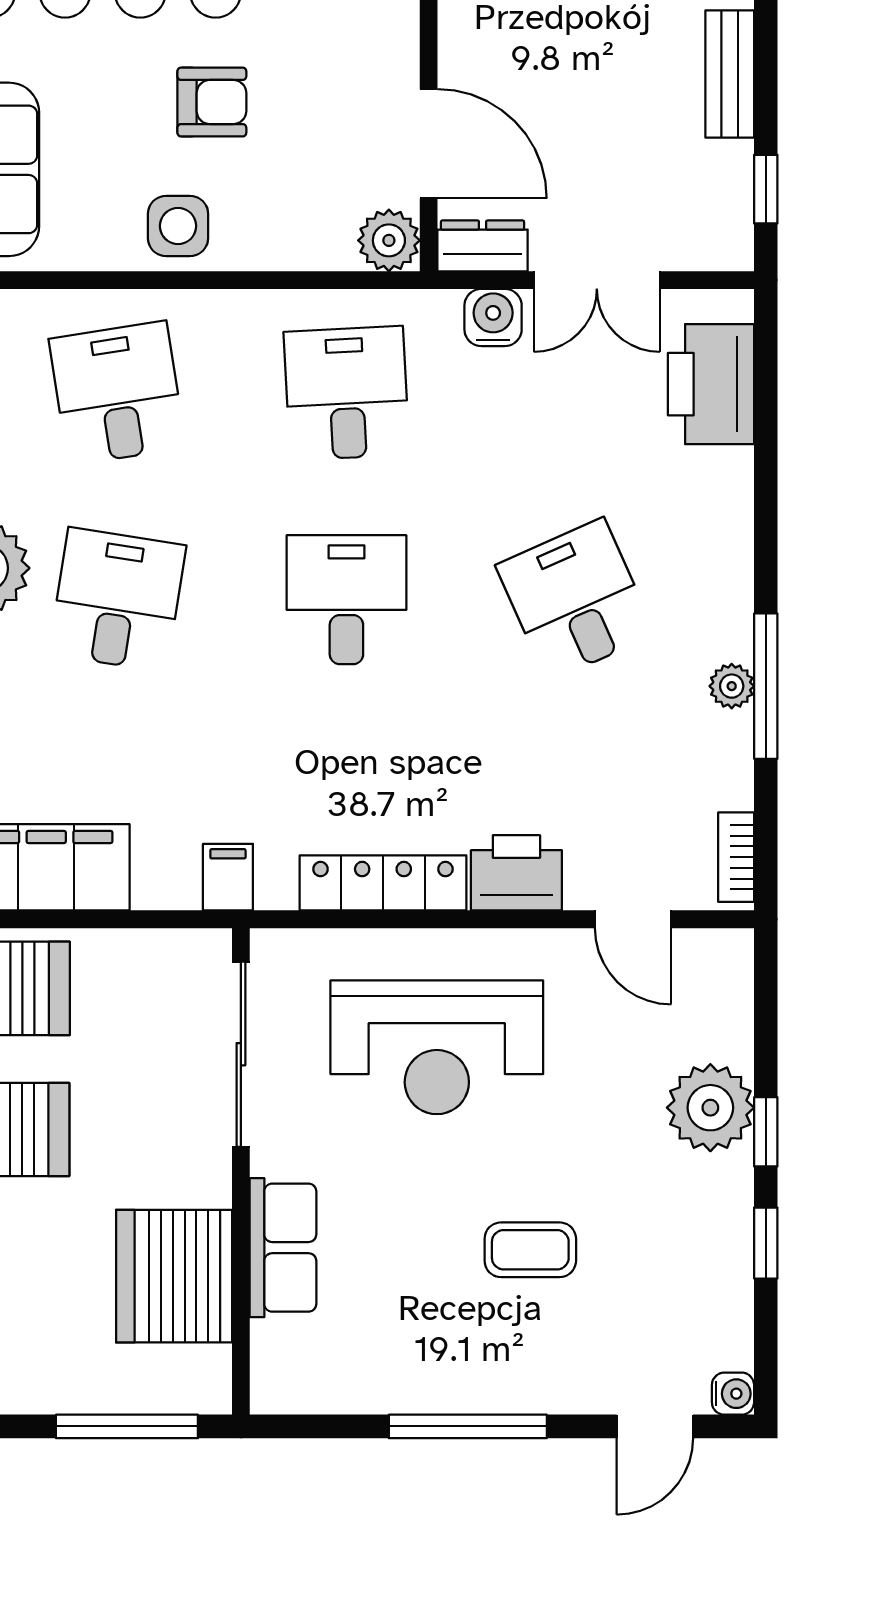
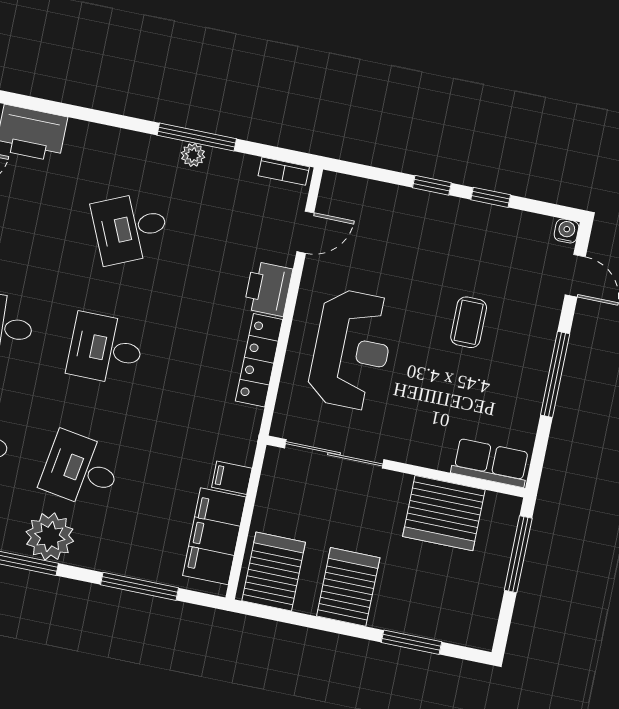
filing cabinet: (228, 877) -> (232, 478), moved
plant: (710, 1108) -> (413, 212), removed
row of seats: (283, 1248) -> (491, 463), moved

